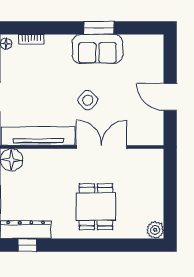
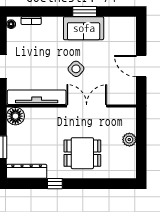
dining table: (96, 207) -> (82, 153), turned 90
plant: (155, 230) -> (129, 140), moved
window: (27, 245) -> (55, 184), moved

